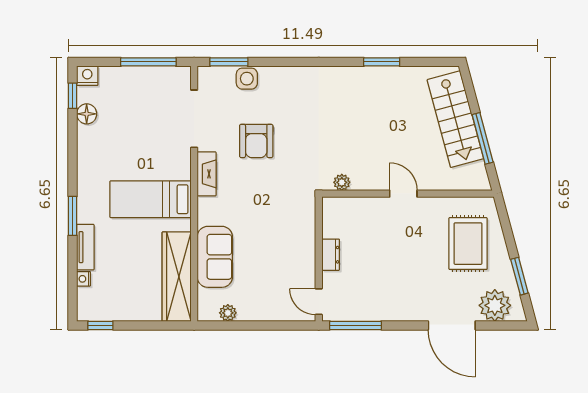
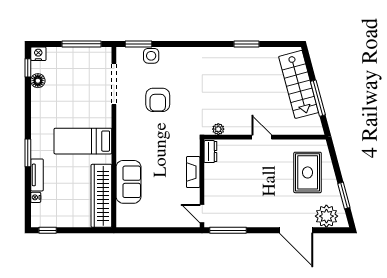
fireplace: (207, 174) -> (193, 172), moved, turned 180
dresser: (331, 255) -> (210, 152), moved
plant: (228, 313) -> (138, 221), removed

